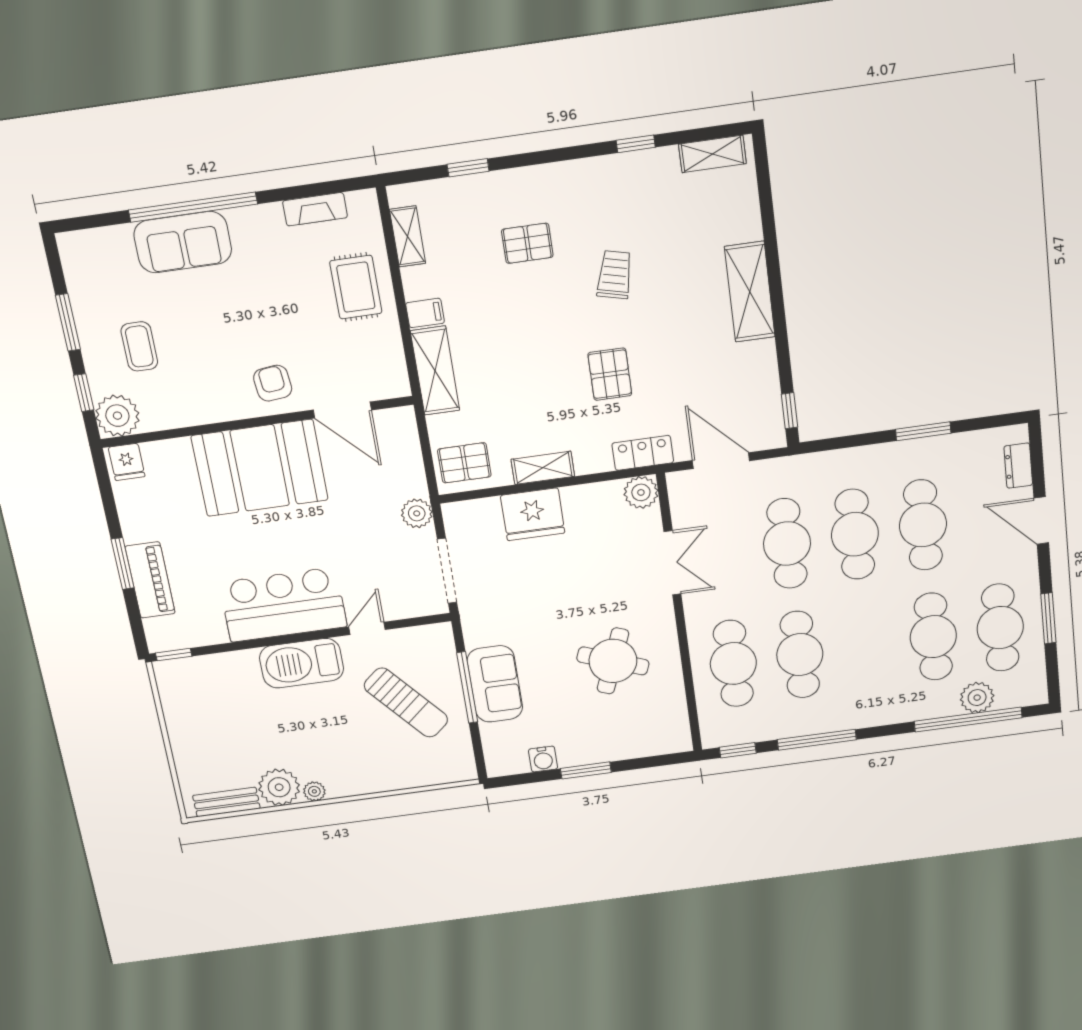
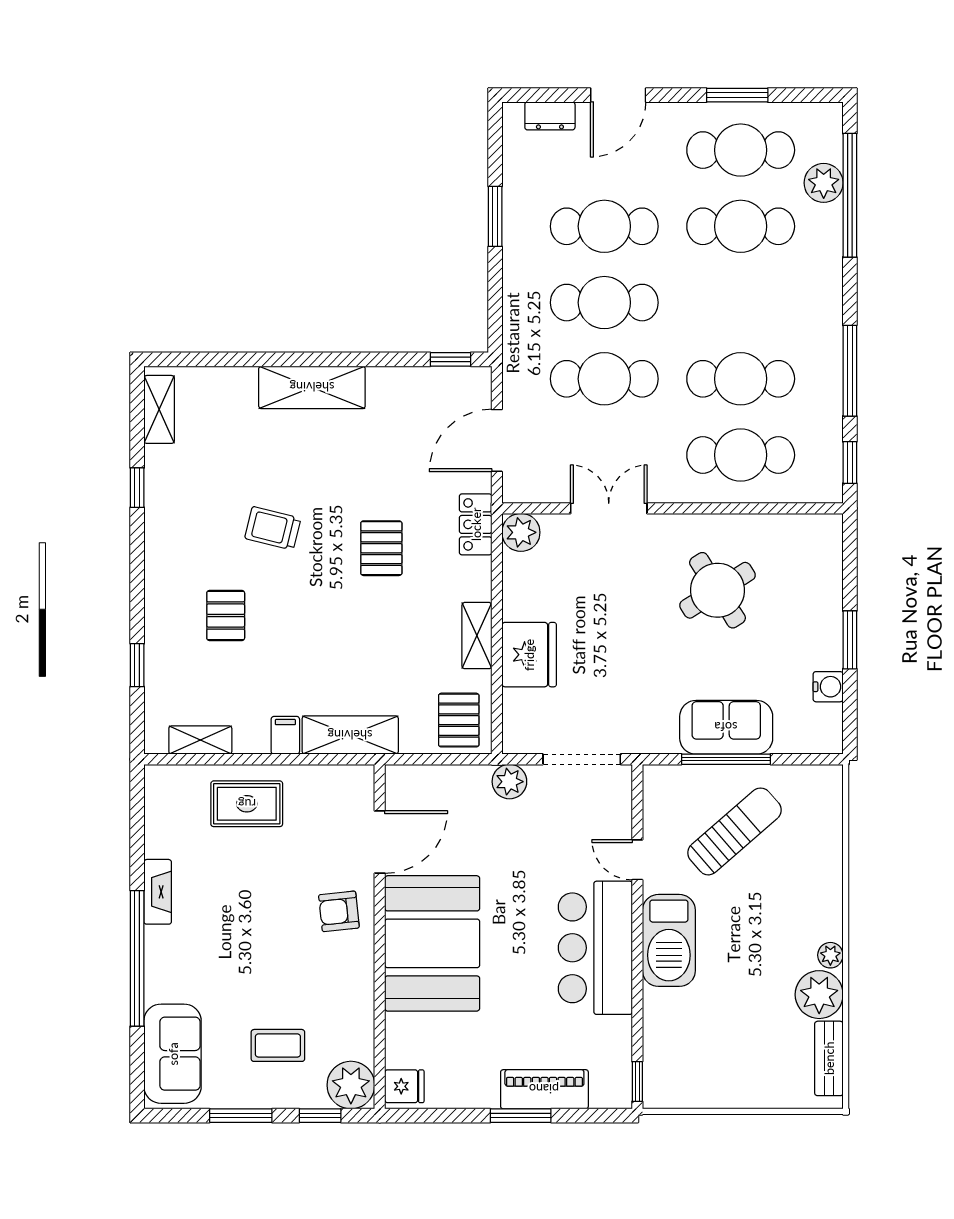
fireplace: (315, 209) -> (158, 892), moved
sofa: (183, 242) -> (173, 1054), moved
pallet: (610, 374) -> (381, 548), turned 90
round table: (613, 661) -> (717, 590), turned 37

